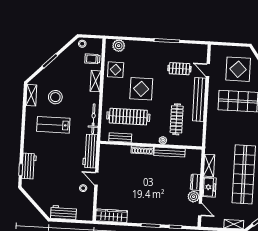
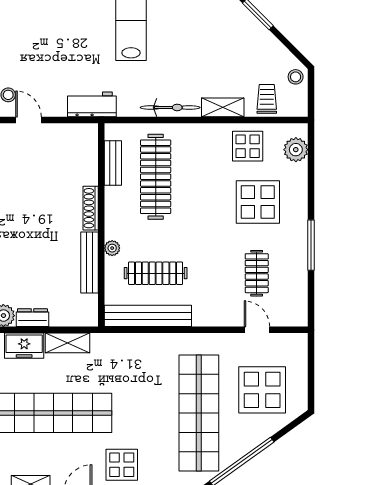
door: (208, 70) -> (257, 330), hinge flipped
display table: (141, 89) -> (258, 202), moved
stool: (55, 97) -> (186, 29), removed
bench: (199, 99) -> (148, 316), moved
bicycle: (93, 119) -> (170, 107), moved
workbench: (90, 151) -> (92, 104), width x0.73
door: (96, 179) -> (28, 120), hinge flipped

